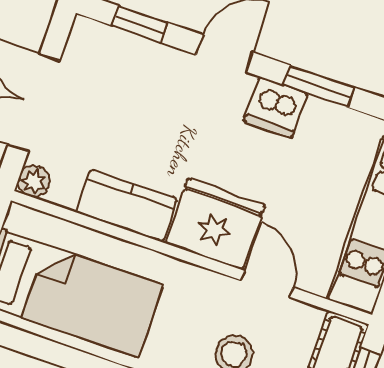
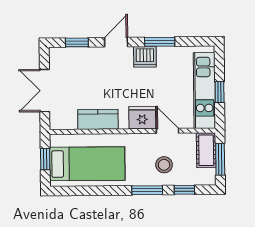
plant: (34, 181) -> (56, 123), removed
fridge: (216, 224) -> (142, 118), width x0.73, depth x0.75

